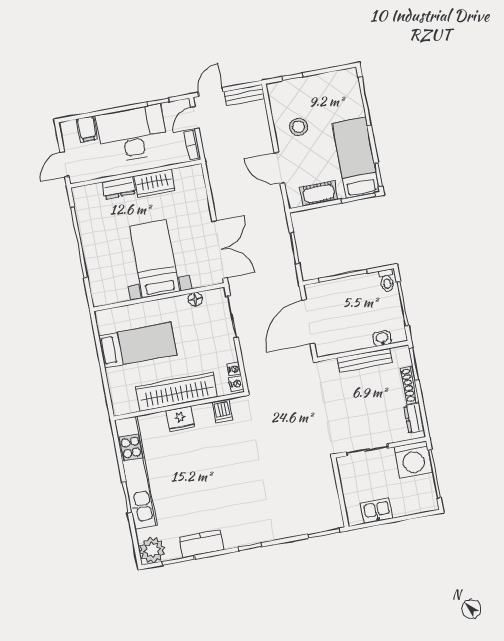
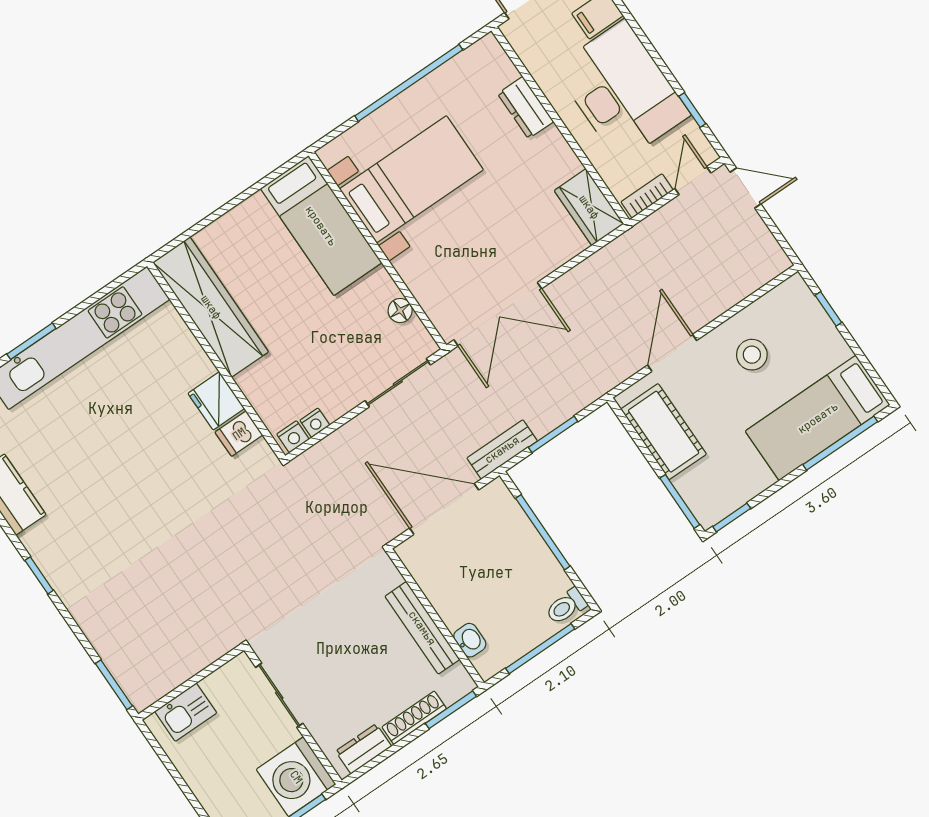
bench: (244, 95) -> (502, 450), moved, turned 90
door: (195, 118) -> (693, 181), hinge flipped
bed: (356, 158) -> (818, 418), moved, turned 180
wardrobe: (155, 183) -> (589, 207), moved
cot: (319, 194) -> (664, 432), width x1.37, depth x1.34
bed with nightstands: (155, 259) -> (411, 179), moved
bed: (138, 345) -> (321, 226), moved
wardrobe: (177, 392) -> (211, 307), moved
fridge: (180, 419) -> (216, 401), moved
kitchen sink: (377, 511) -> (186, 712), moved, turned 90

